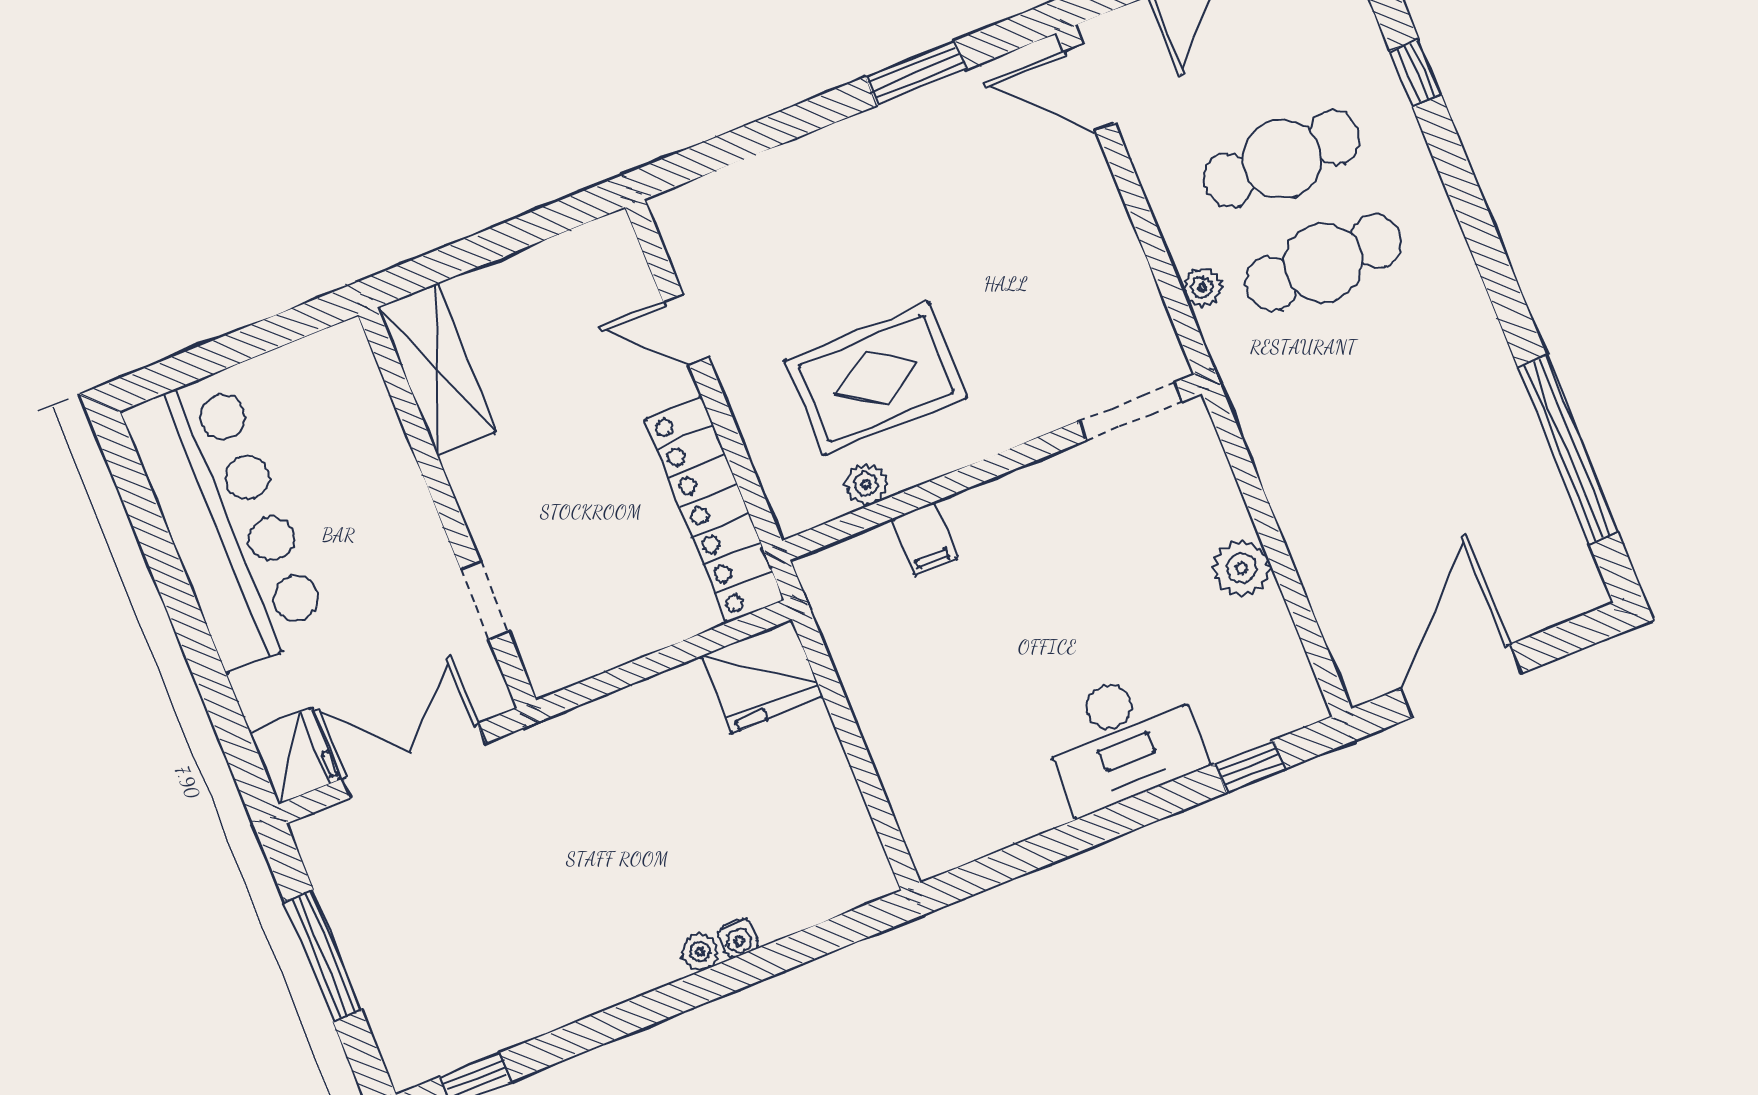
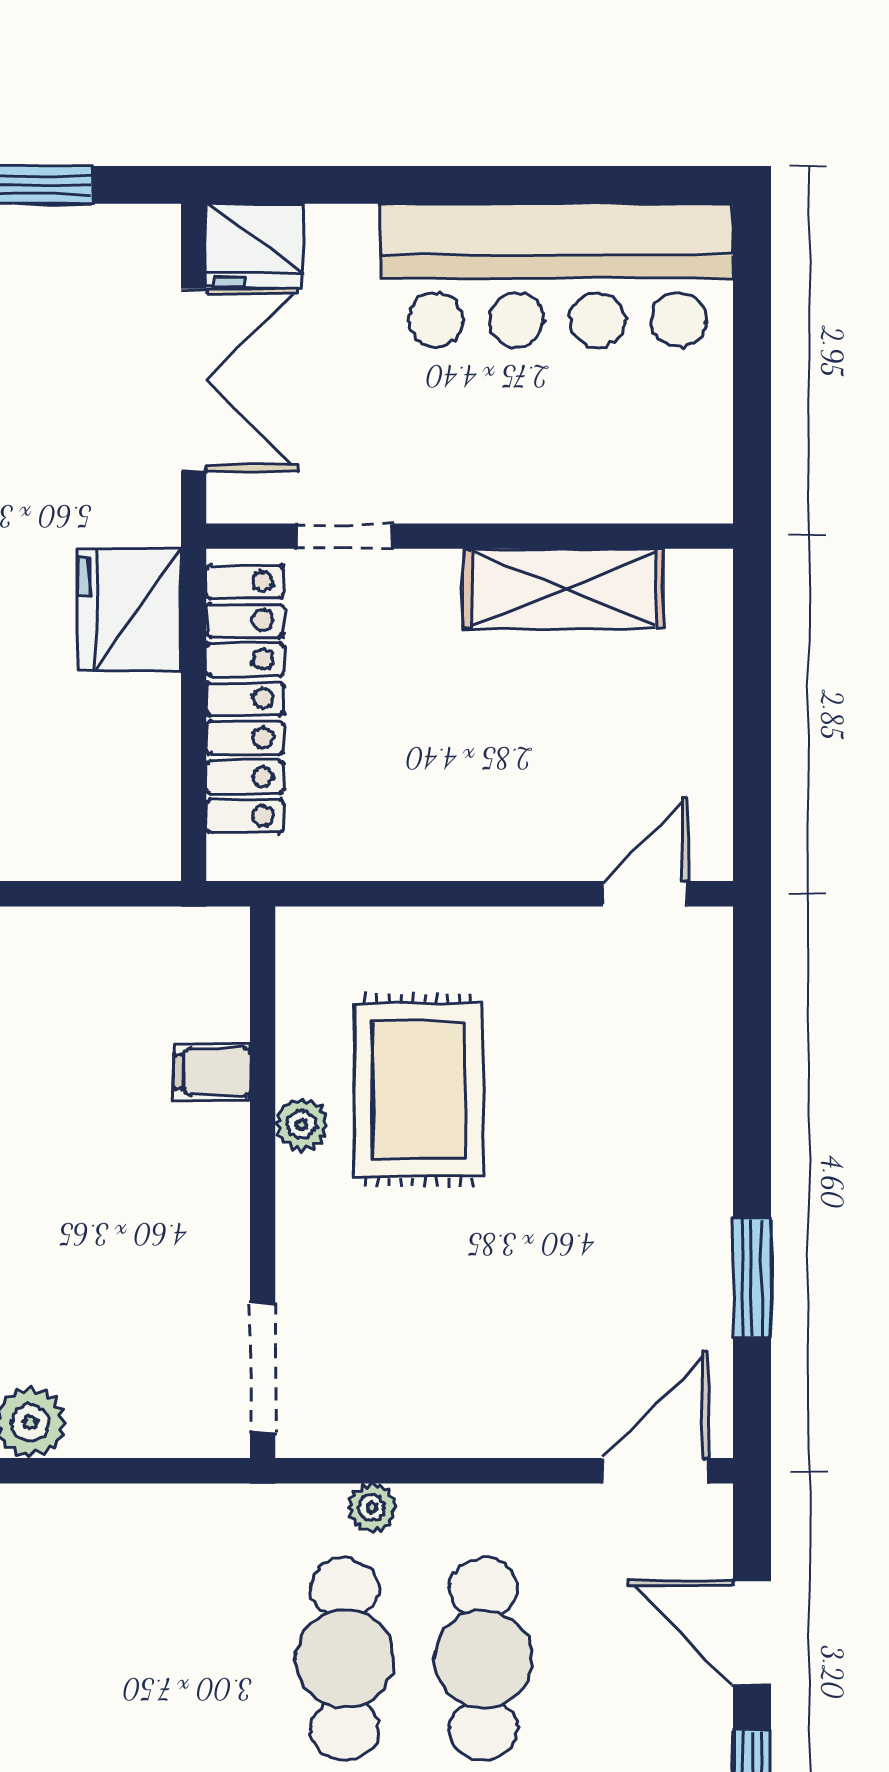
door: (686, 330) -> (645, 894), moved
shelving: (437, 369) -> (564, 589), moved
plant: (866, 484) -> (302, 1125), moved
locker: (714, 510) -> (245, 699), moved, turned 90
fridge: (762, 676) -> (129, 609), moved

